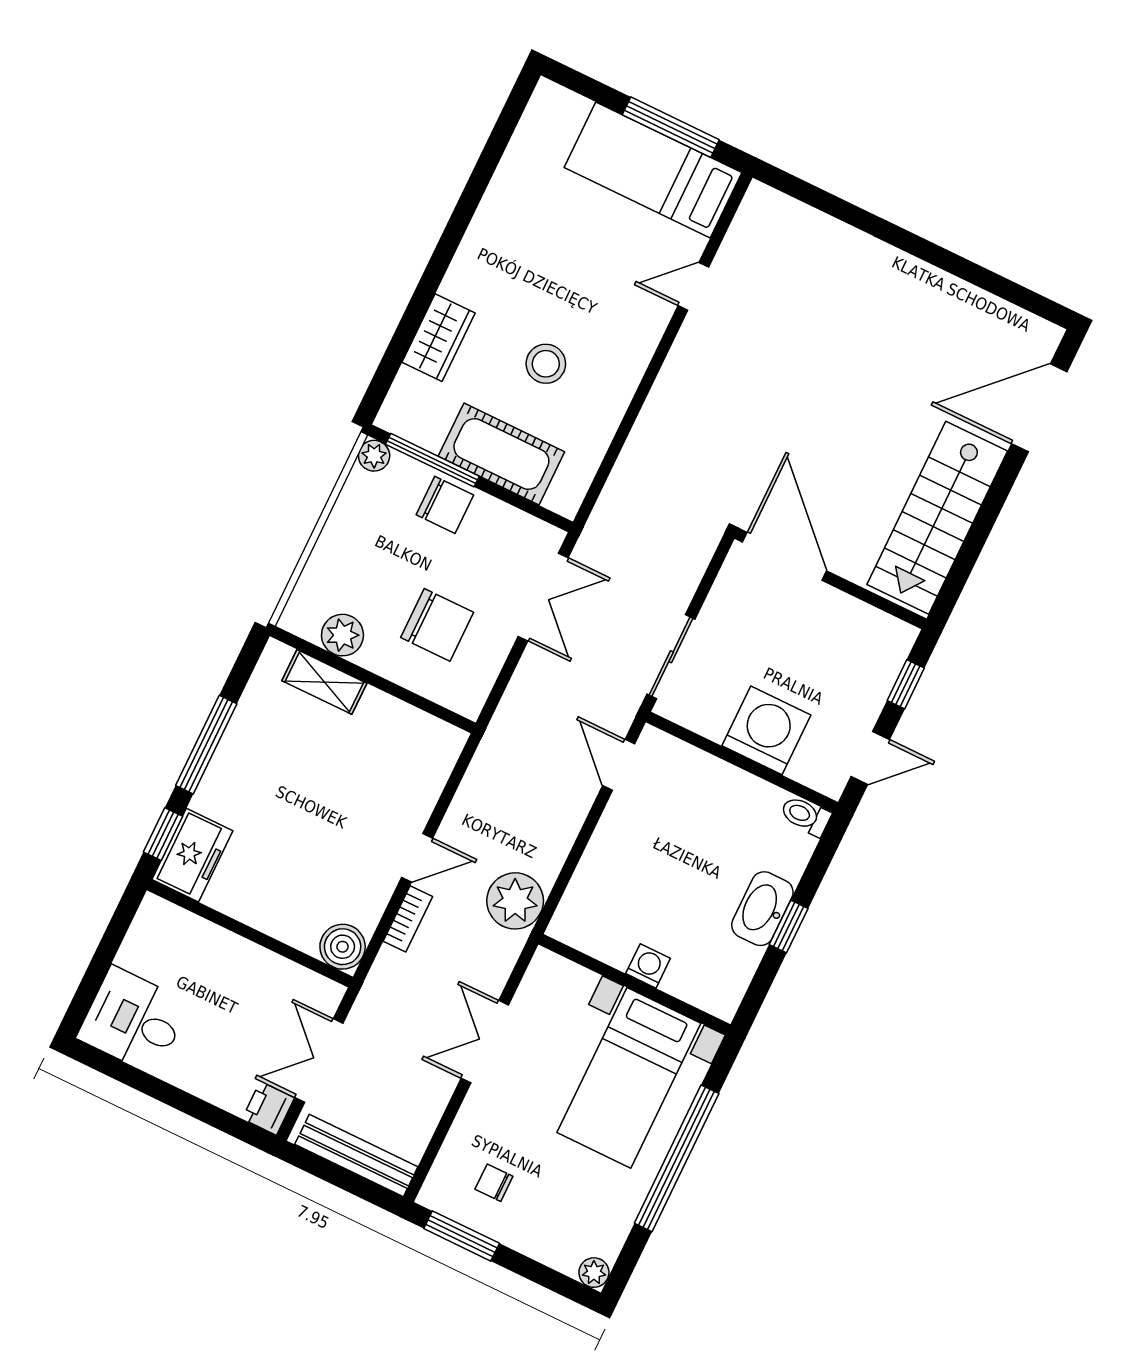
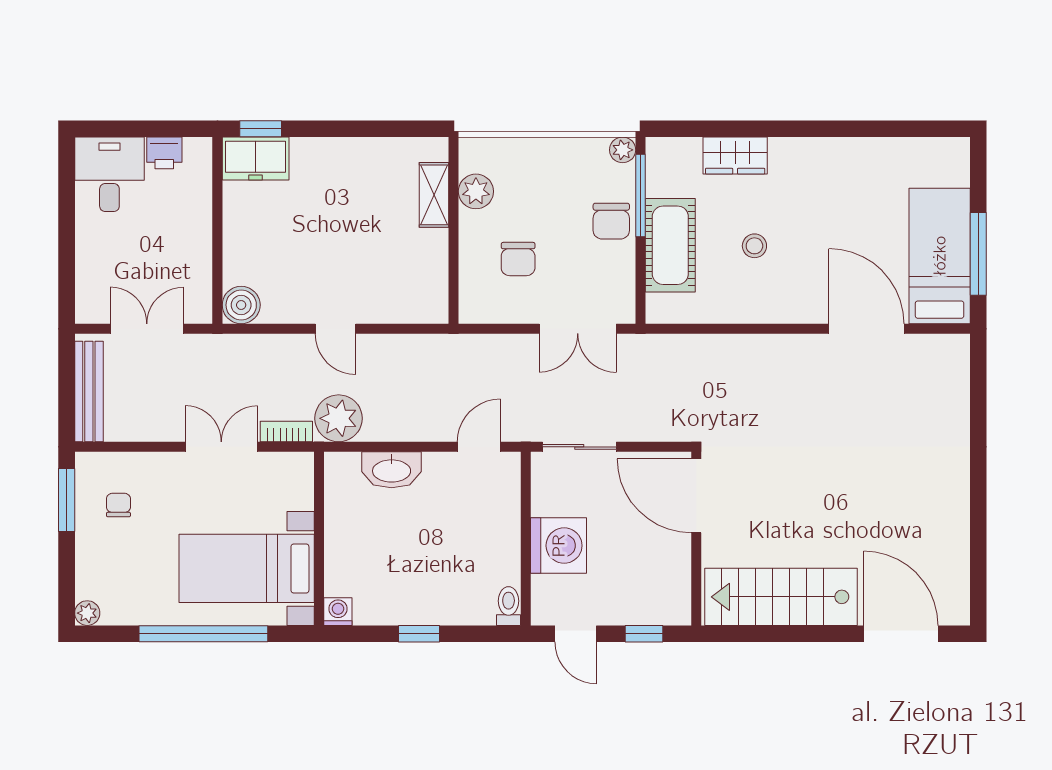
door: (693, 286) -> (866, 329), width x1.87
stool: (546, 364) -> (754, 246), width x0.73, depth x0.73
door: (785, 556) -> (696, 496), swing flipped
chair: (437, 625) -> (518, 259), width x0.73, depth x0.73
window: (206, 745) -> (344, 129), removed
washbasin: (762, 909) -> (392, 470), moved, turned 180
bookcase: (408, 919) -> (286, 432), moved, turned 180
washing machine: (648, 966) -> (338, 612), moved, turned -90
printer: (268, 1108) -> (164, 153), moved, turned 180

